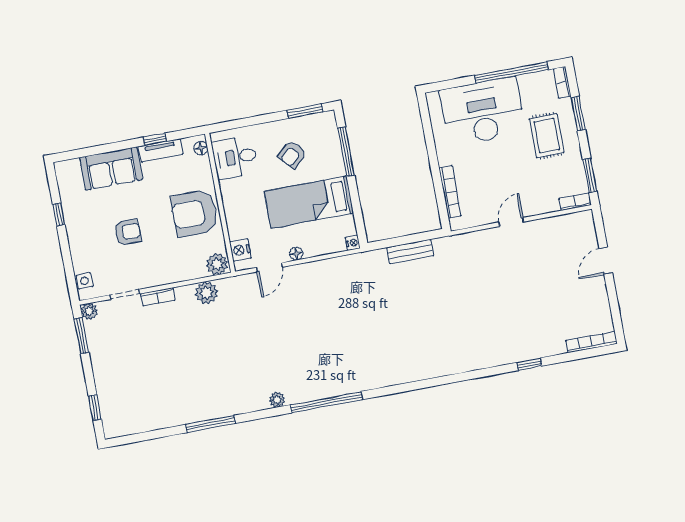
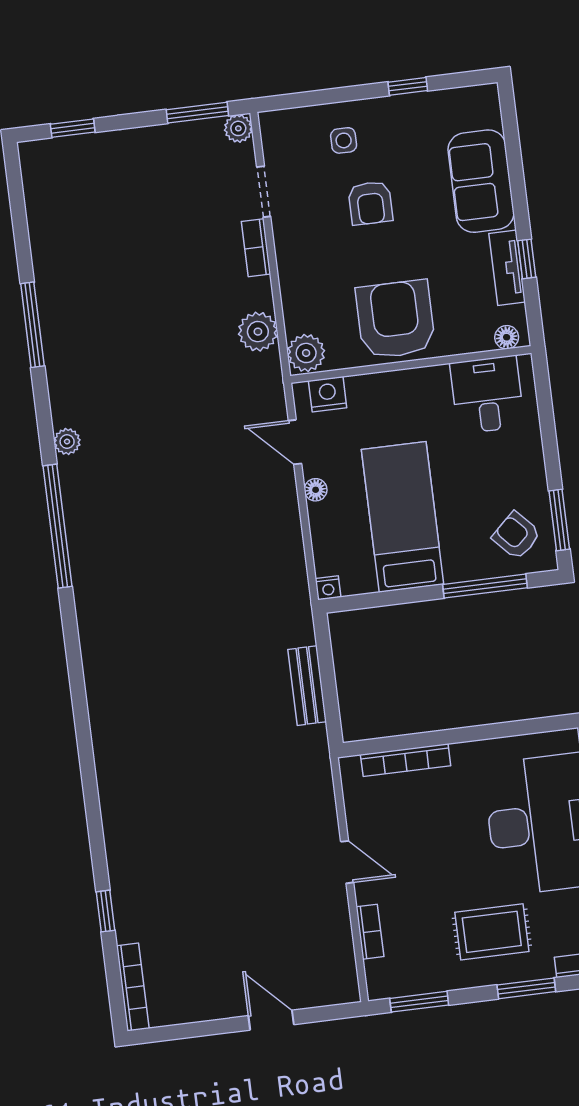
armchair: (292, 154) -> (516, 536), moved
bookcase: (575, 202) -> (370, 932), moved
side table: (85, 281) -> (344, 140), moved
window: (529, 364) -> (105, 911), moved

